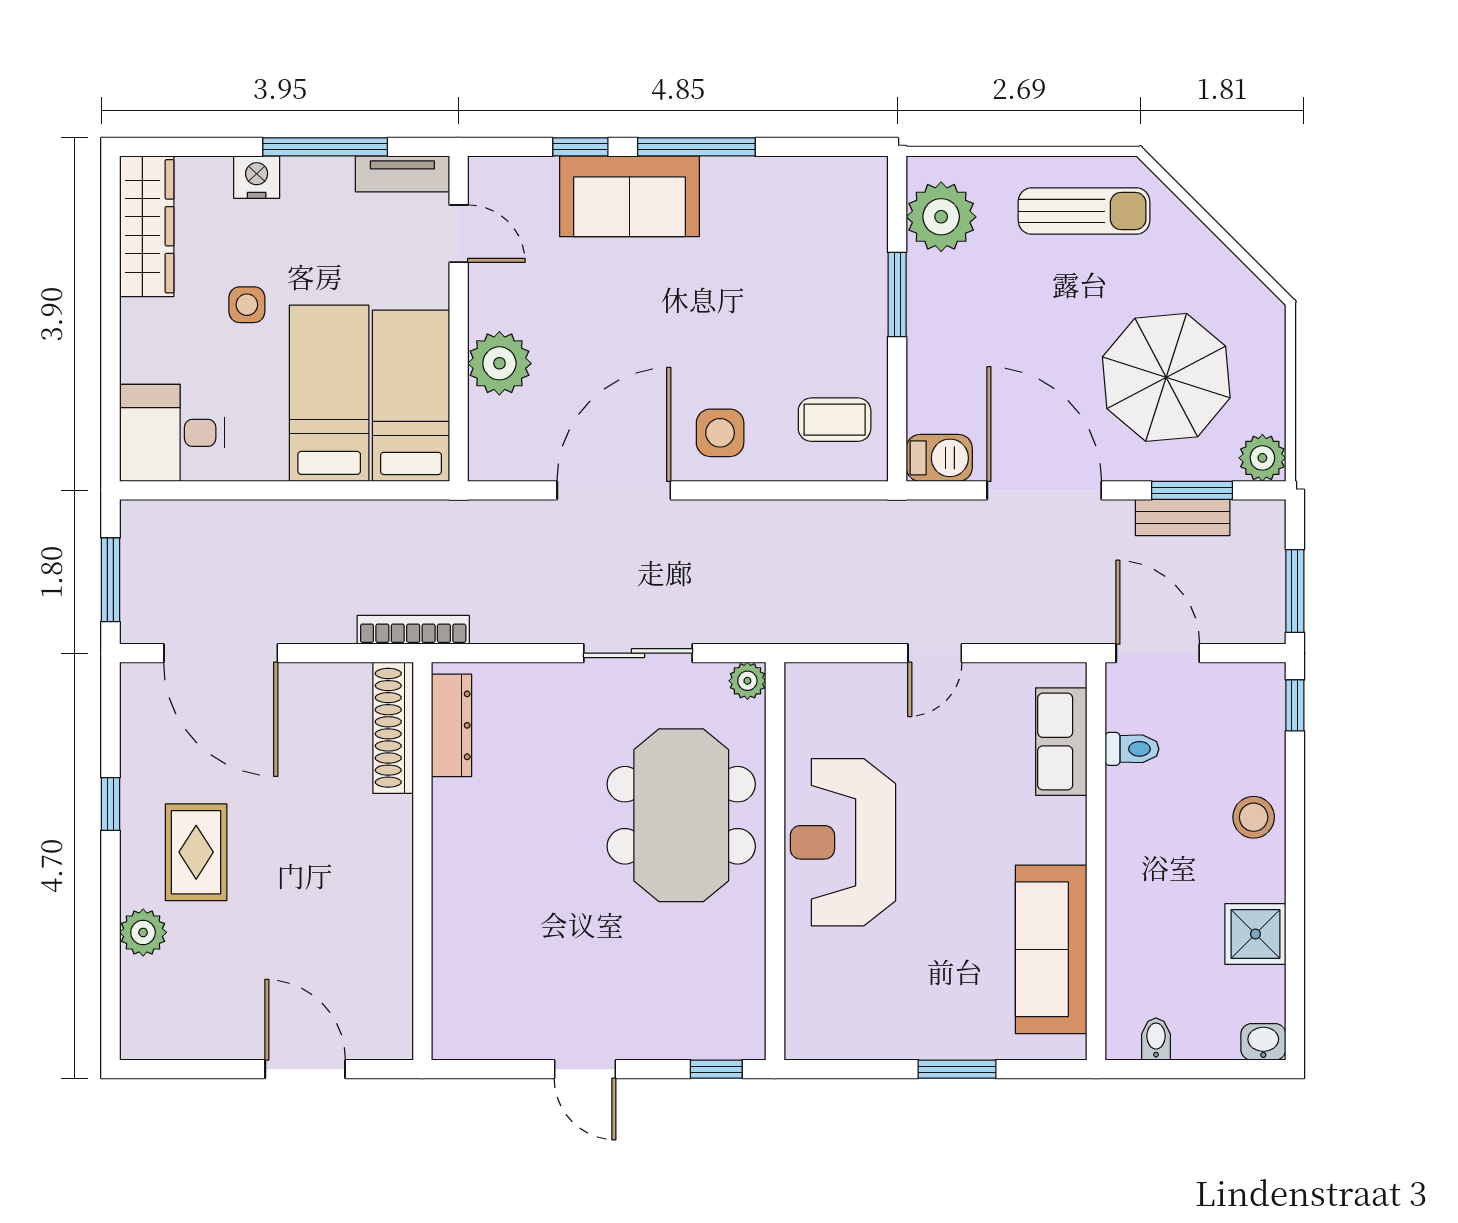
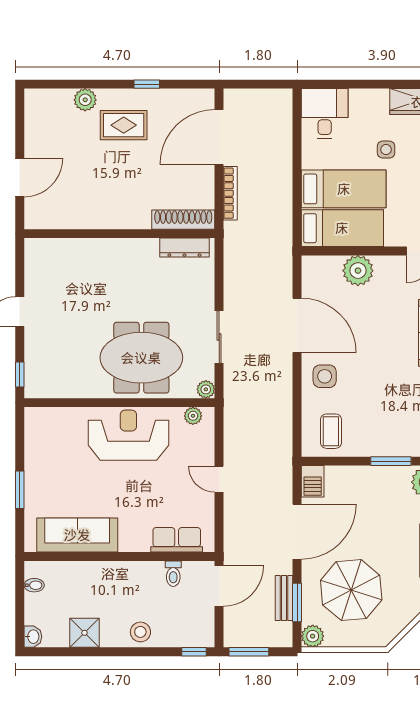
window: (110, 580) -> (254, 84), removed
bookcase: (413, 630) -> (230, 193), moved
plant: (802, 708) -> (193, 416), added

